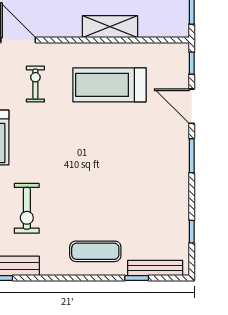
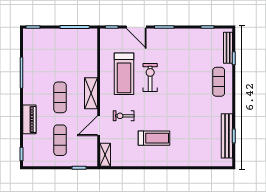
shelving: (110, 27) -> (91, 93), moved
door: (192, 106) -> (136, 27), hinge flipped
exercise bike: (27, 208) -> (150, 78), moved, turned -90

